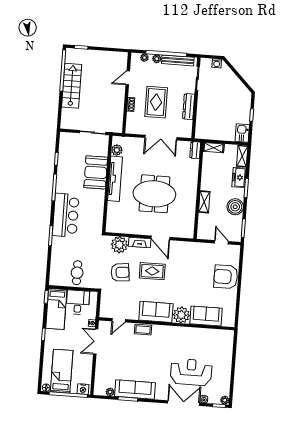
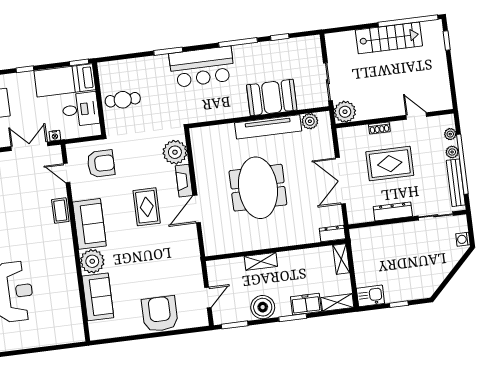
plant: (115, 125) -> (345, 112), added
armchair: (120, 272) -> (101, 164), moved, turned -84

